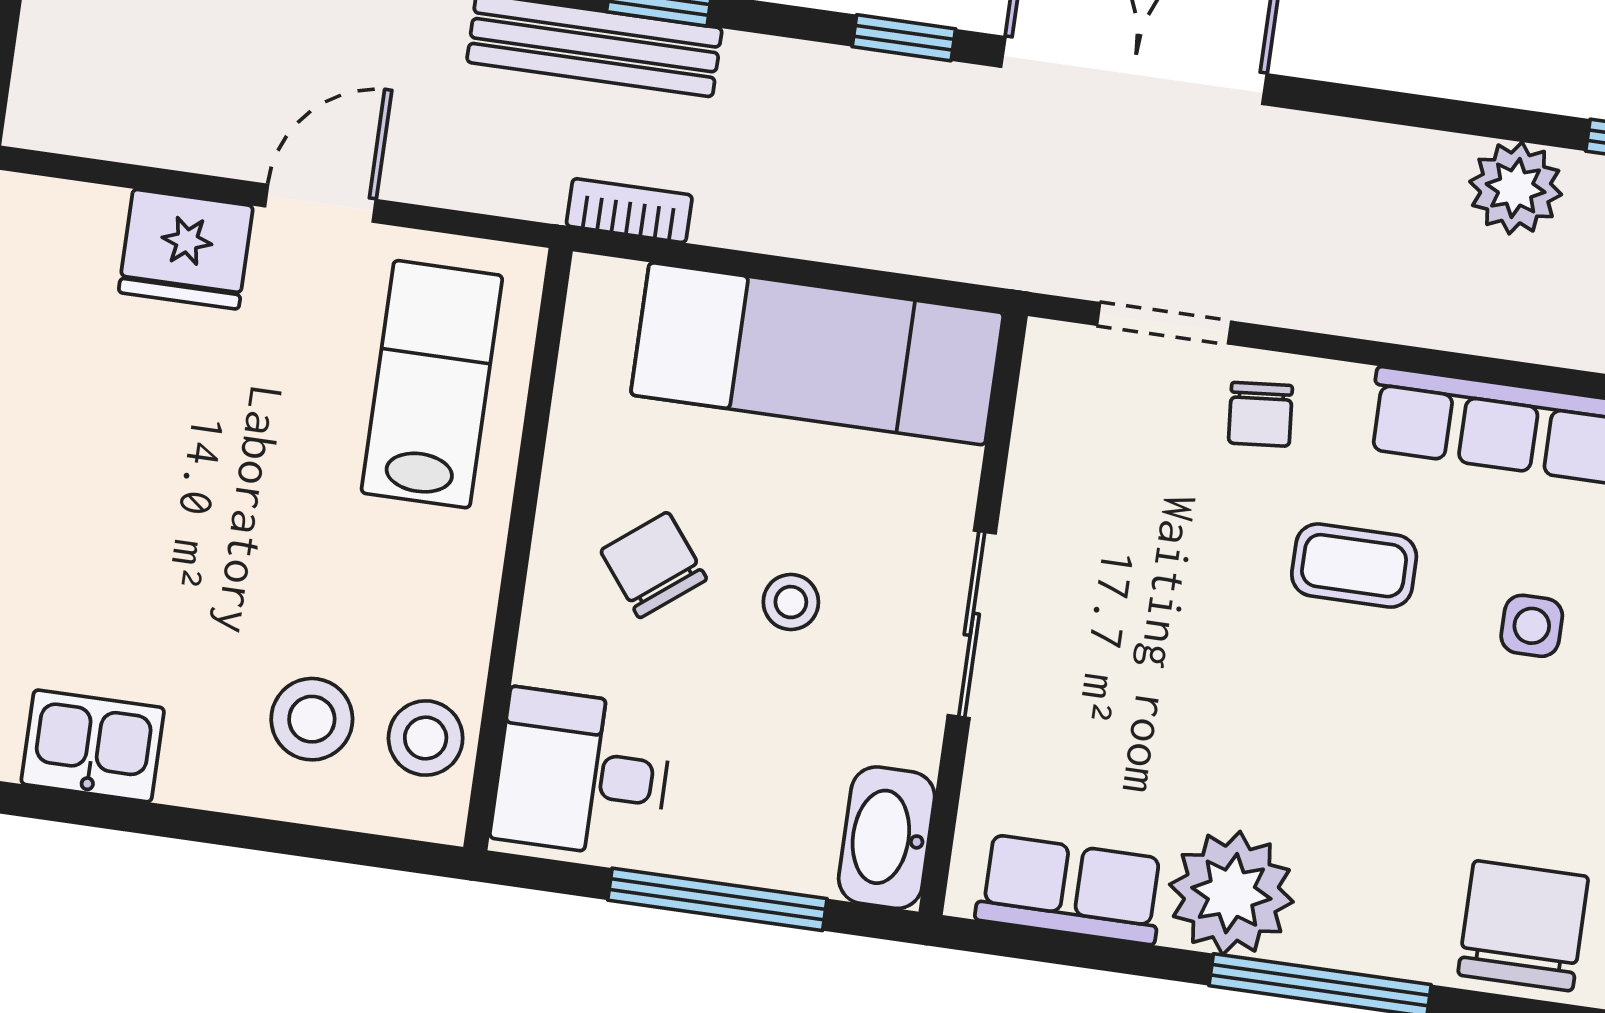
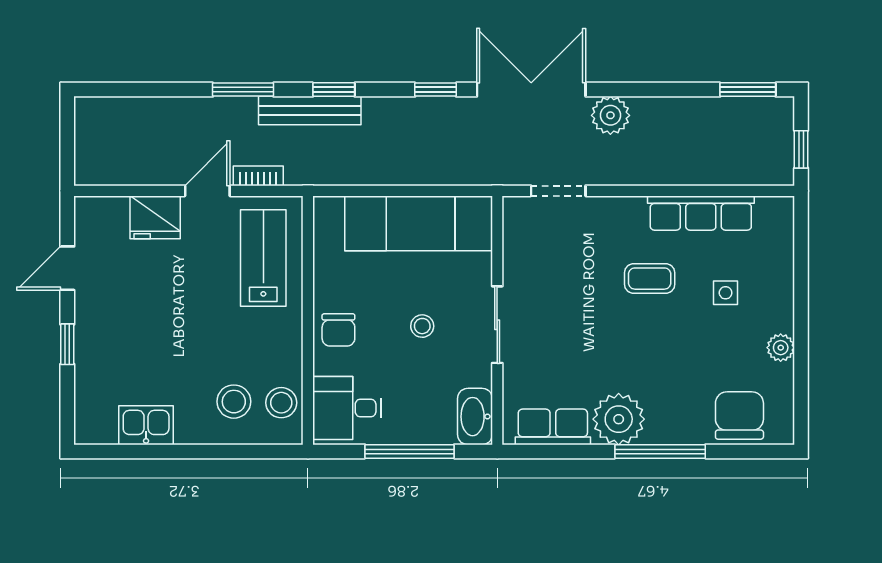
plant: (1516, 188) -> (610, 115), moved
bookcase: (629, 211) -> (258, 176), moved
chair: (1260, 414) -> (603, 222), removed
chair: (654, 565) -> (338, 330), moved, turned -142

